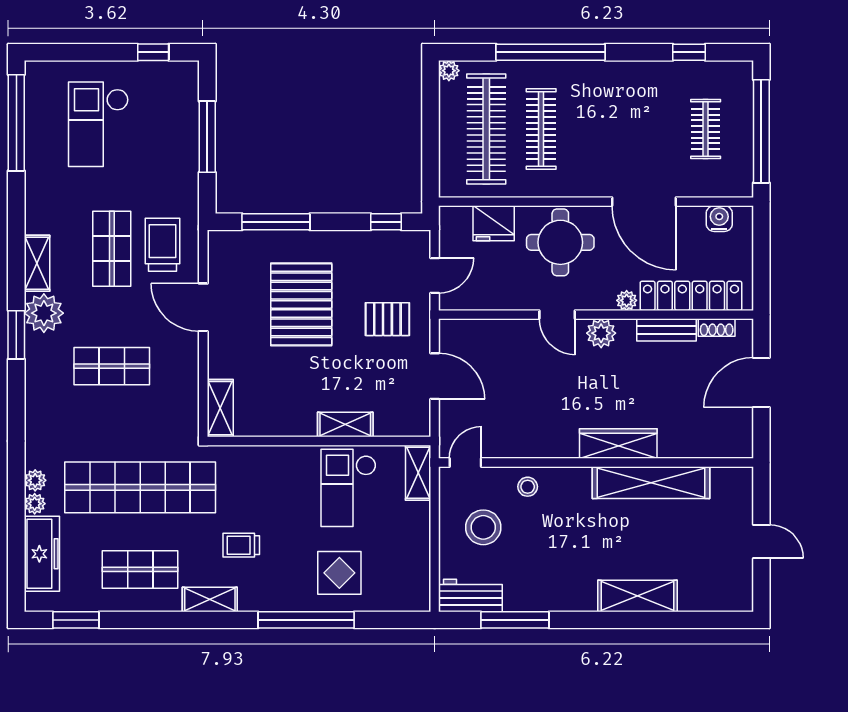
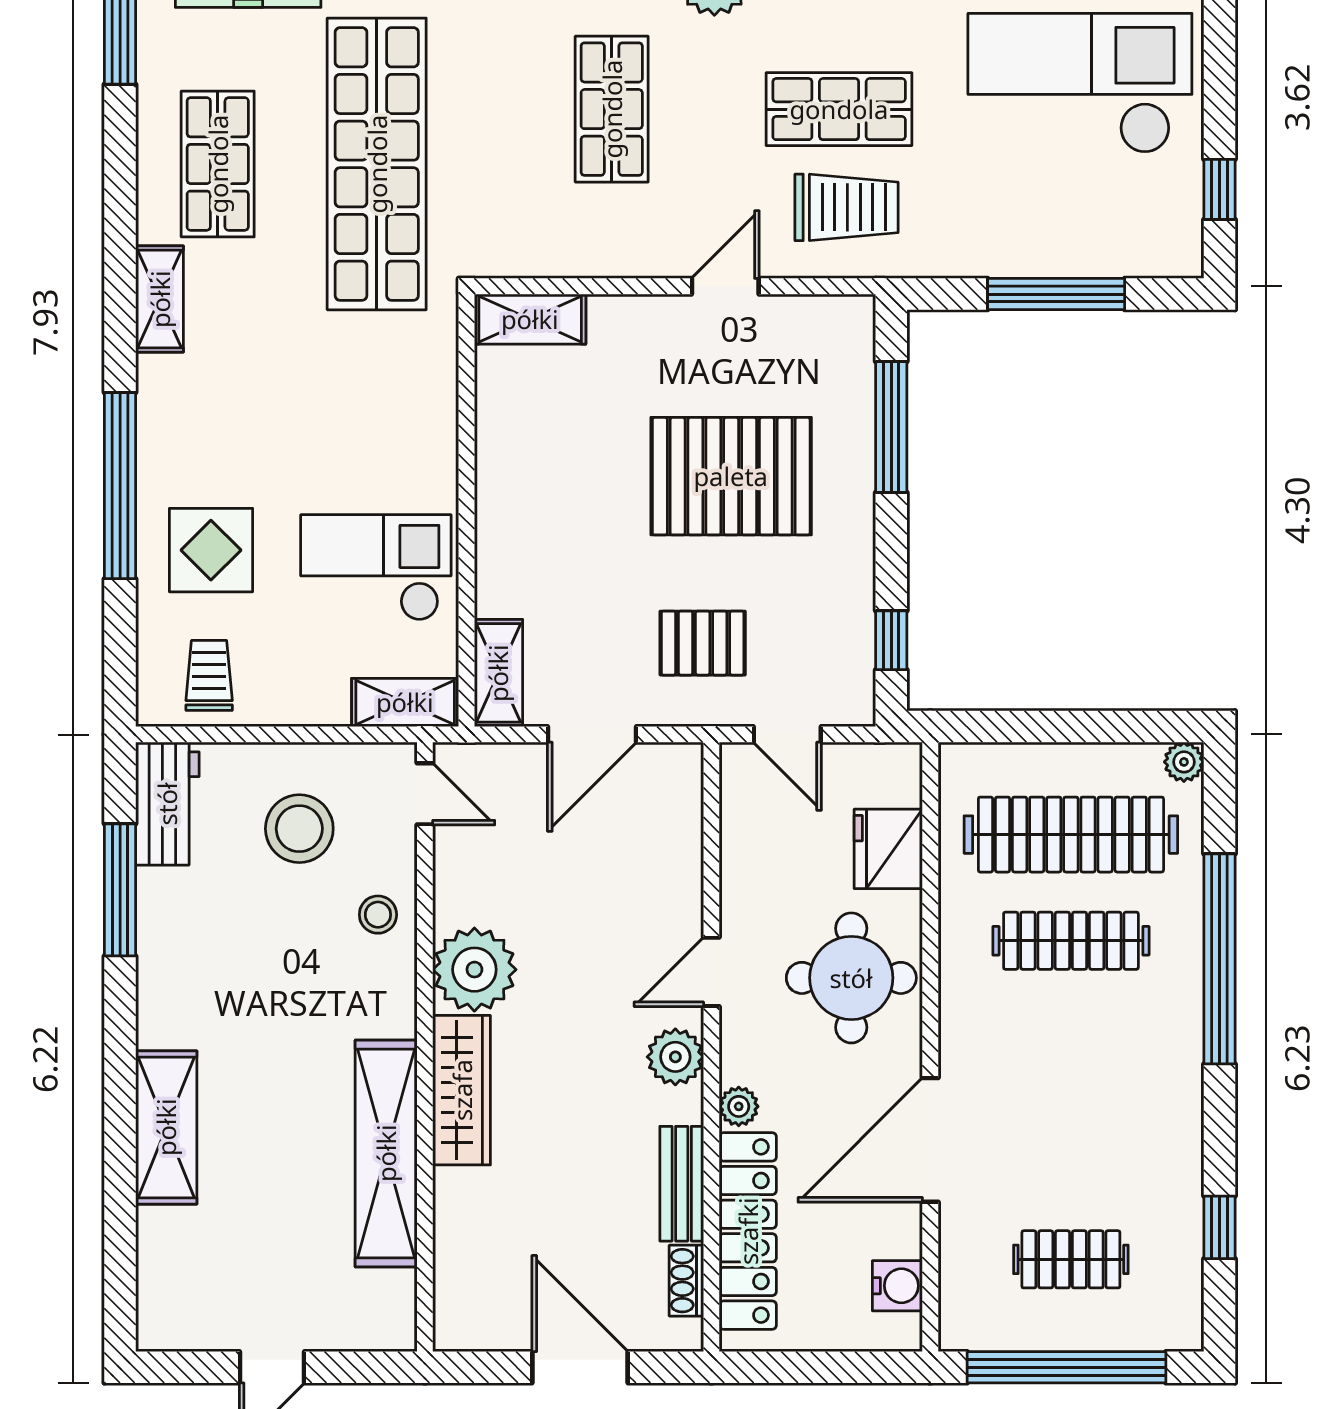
checkout: (98, 124) -> (1080, 83), width x1.36, depth x1.21
door: (203, 307) -> (725, 286), width x0.73
pallet: (387, 319) -> (703, 643), turned 90
shelving: (345, 425) -> (498, 673), moved
plant: (556, 437) -> (474, 970), added
trolley: (241, 545) -> (209, 675), moved

